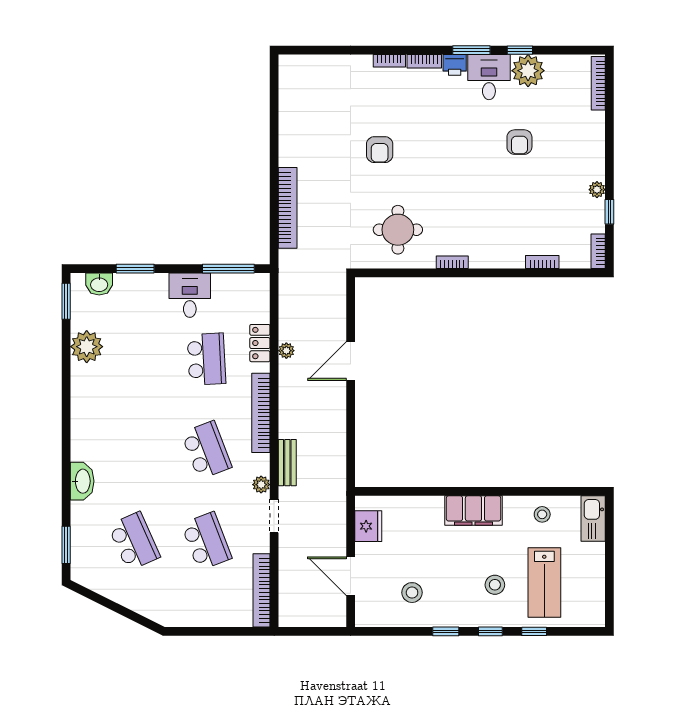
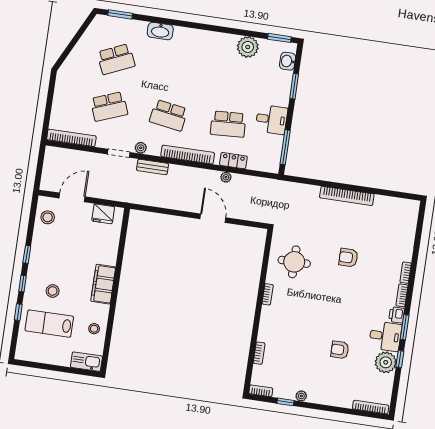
bookcase: (288, 208) -> (347, 196), moved
school desk: (206, 450) -> (169, 115), turned 30
stool: (412, 593) -> (48, 217), moved

